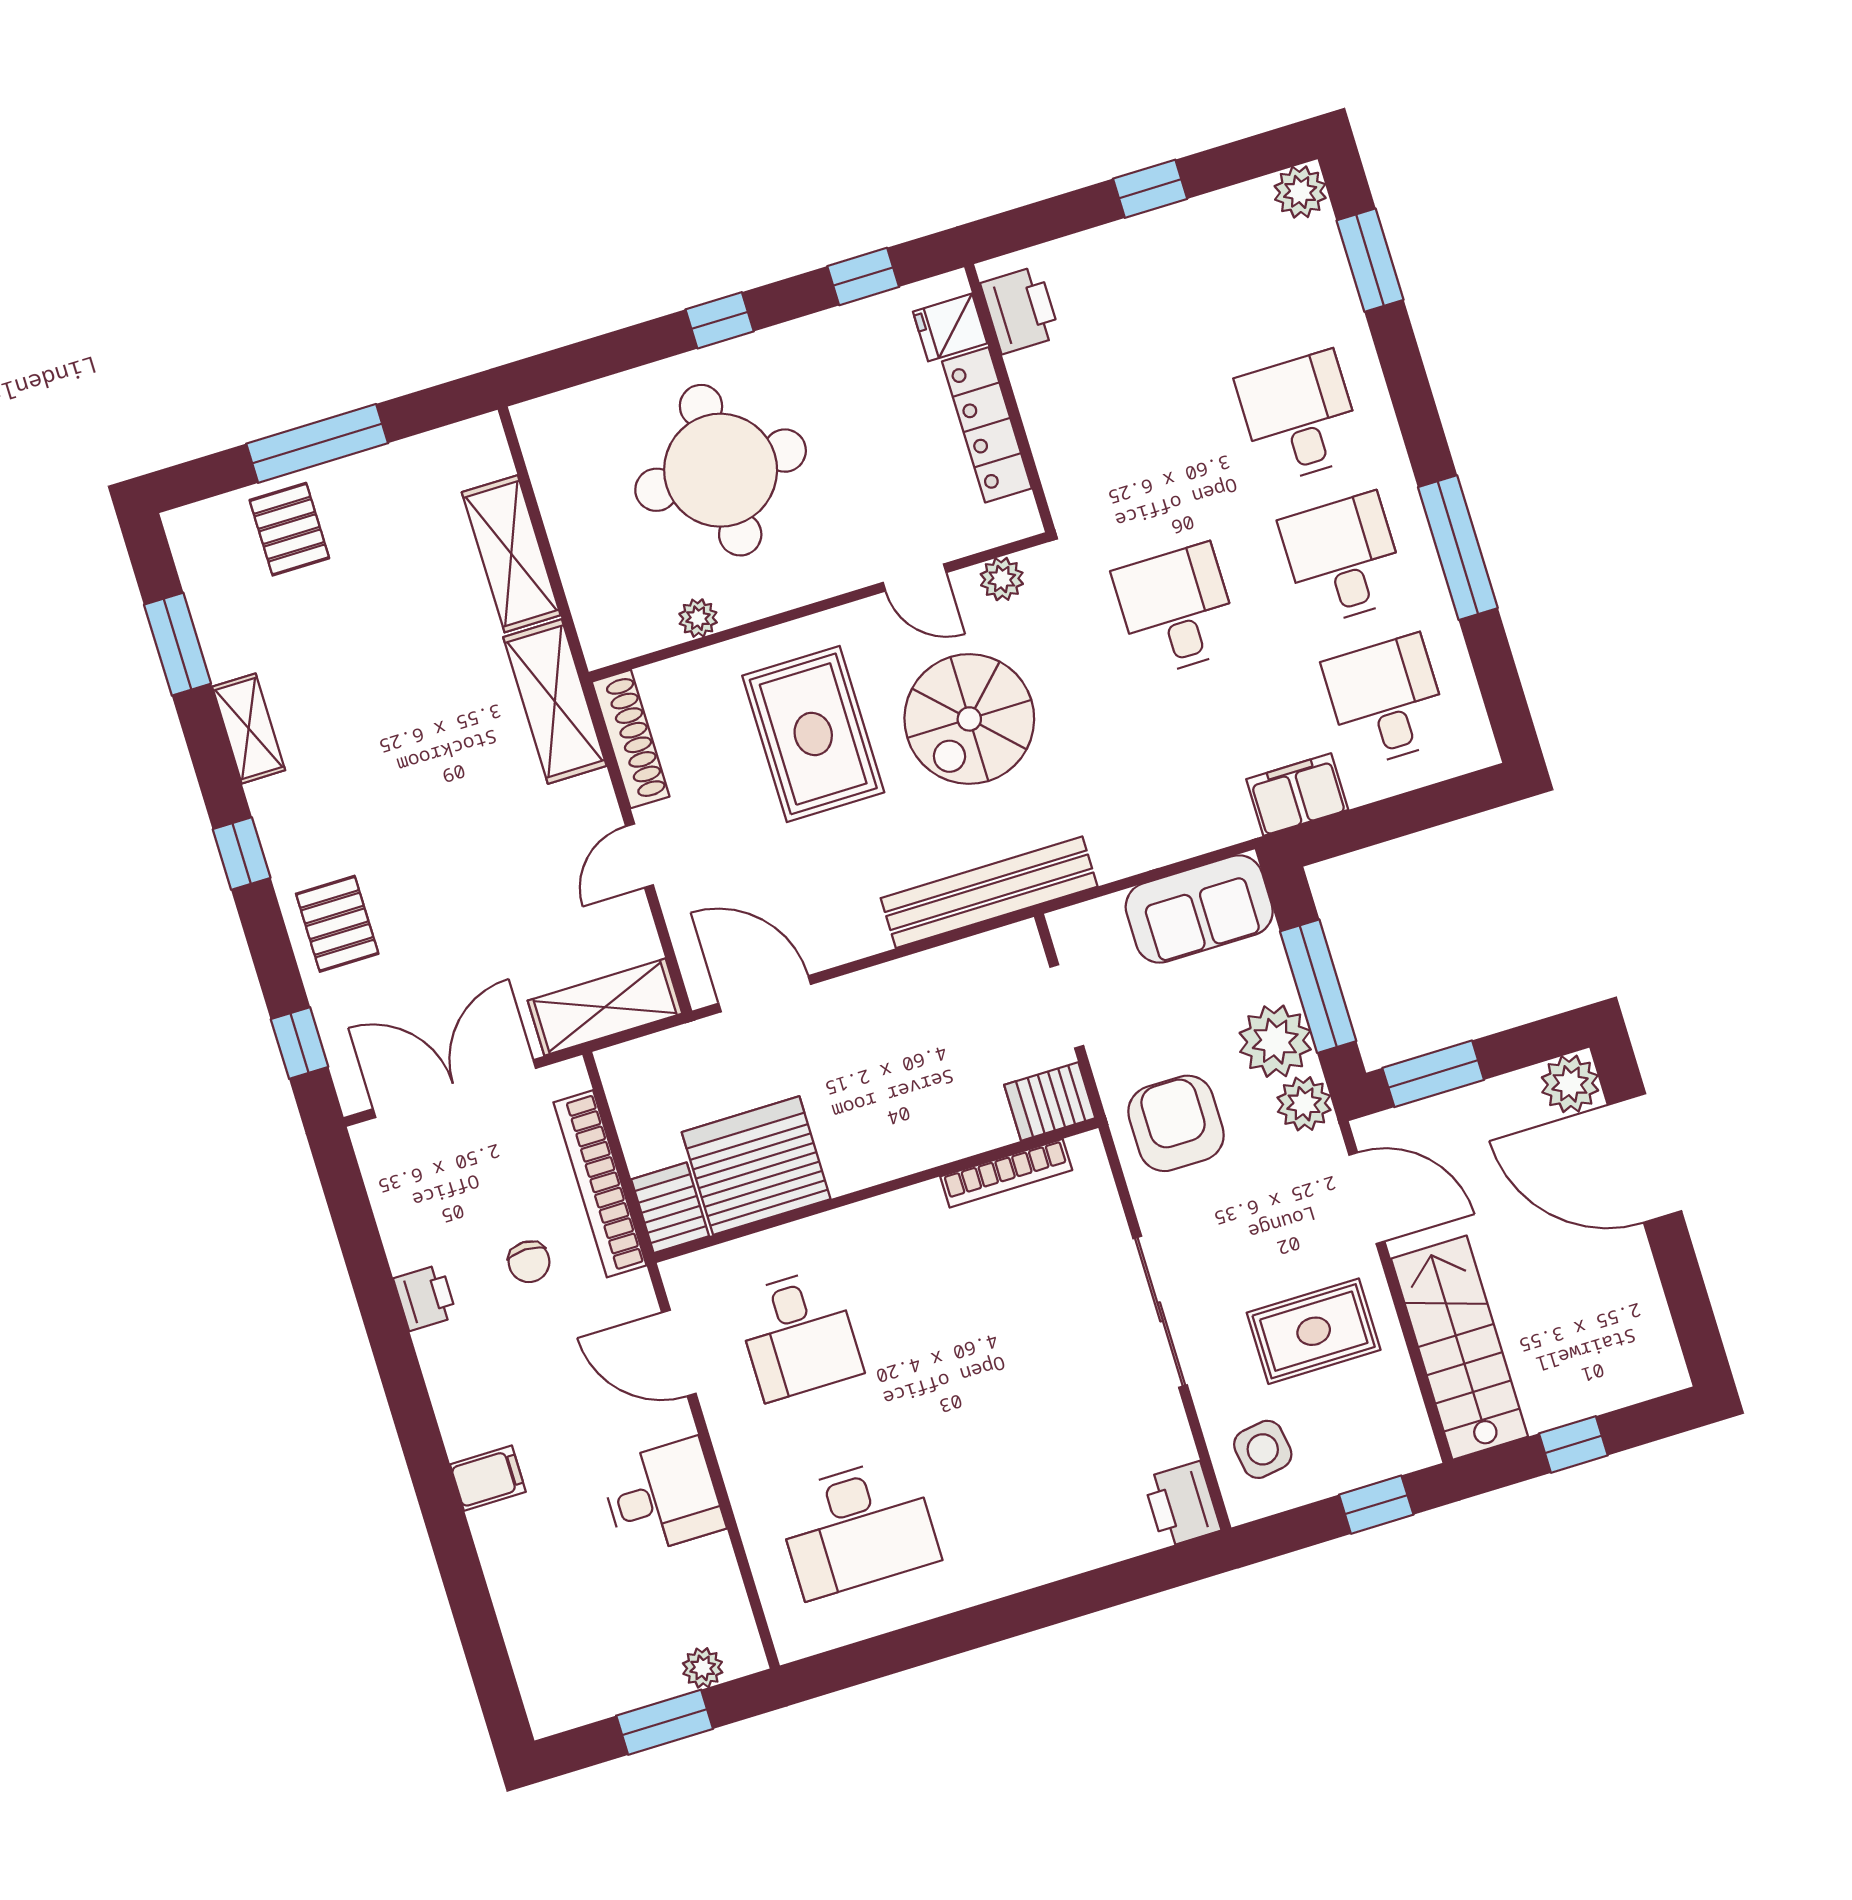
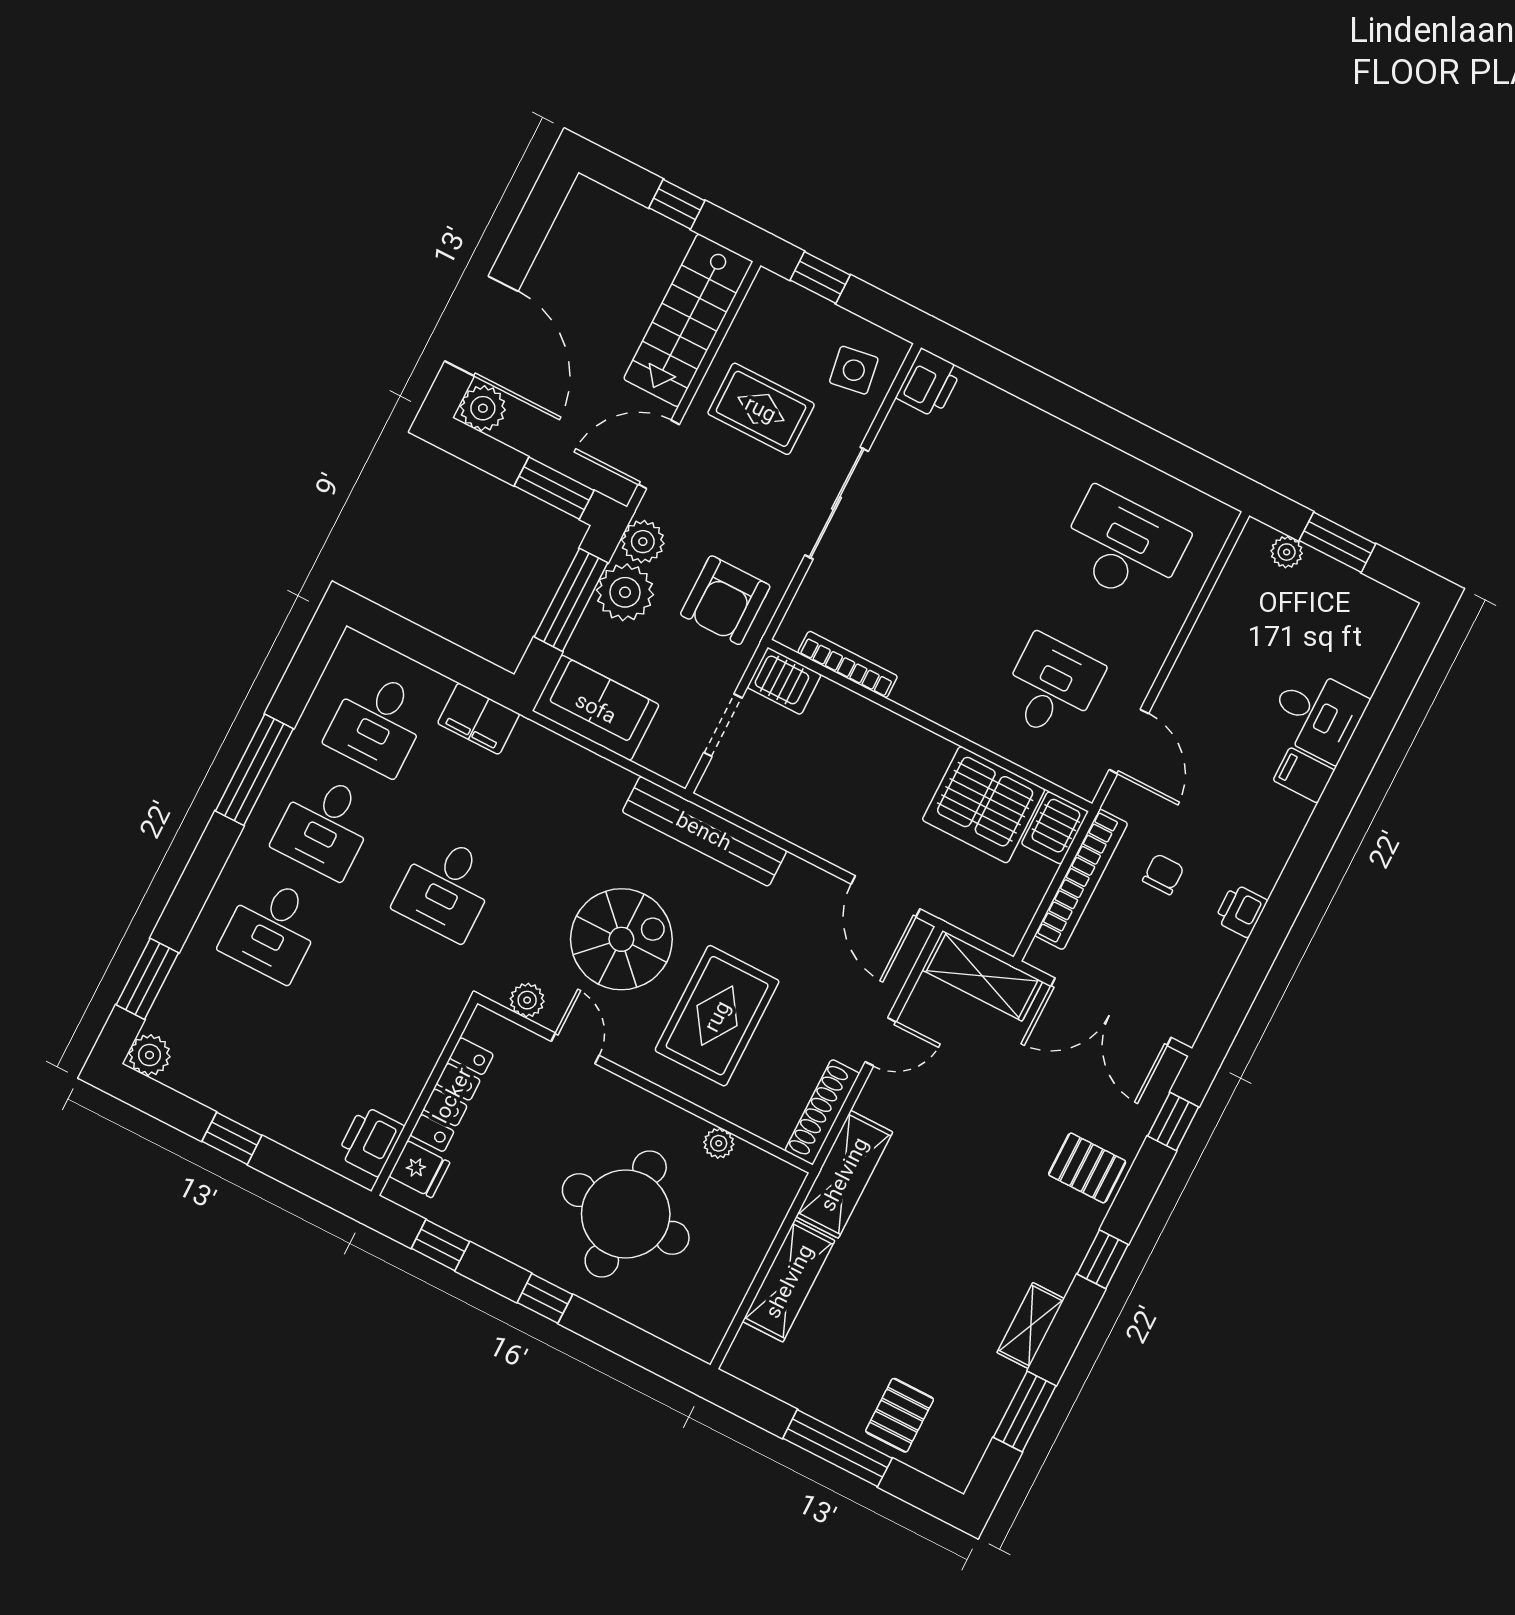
pallet: (337, 924) -> (1087, 1168), turned 90
door: (1367, 1198) -> (659, 454), hinge flipped
desk: (662, 1497) -> (1317, 714), moved, turned 180

